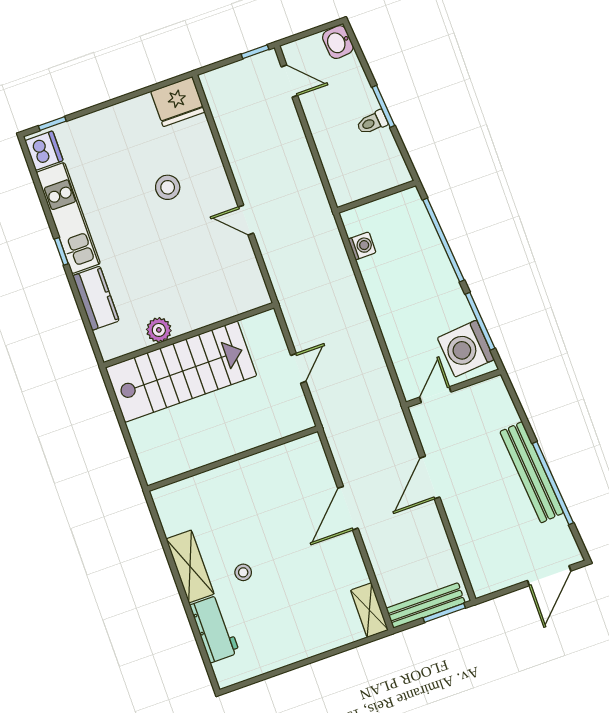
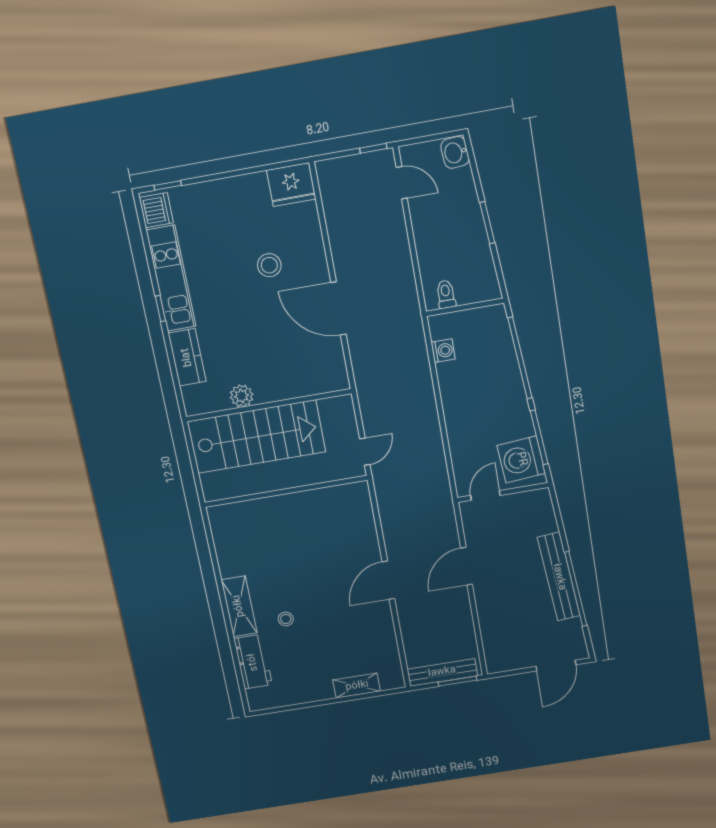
toilet: (372, 122) -> (446, 294), moved, turned 95
door: (246, 220) -> (338, 309), width x1.88
wall: (233, 459) -> (286, 491), moved
shelving: (369, 610) -> (357, 686), moved, turned 90

